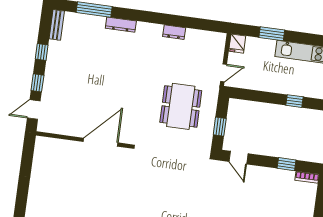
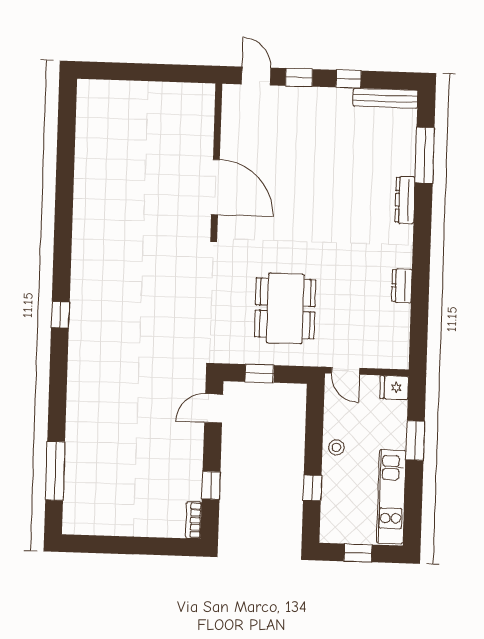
bench: (57, 25) -> (385, 98), width x1.36
stool: (271, 83) -> (336, 447), added
dining table: (181, 106) -> (285, 308), turned 90

